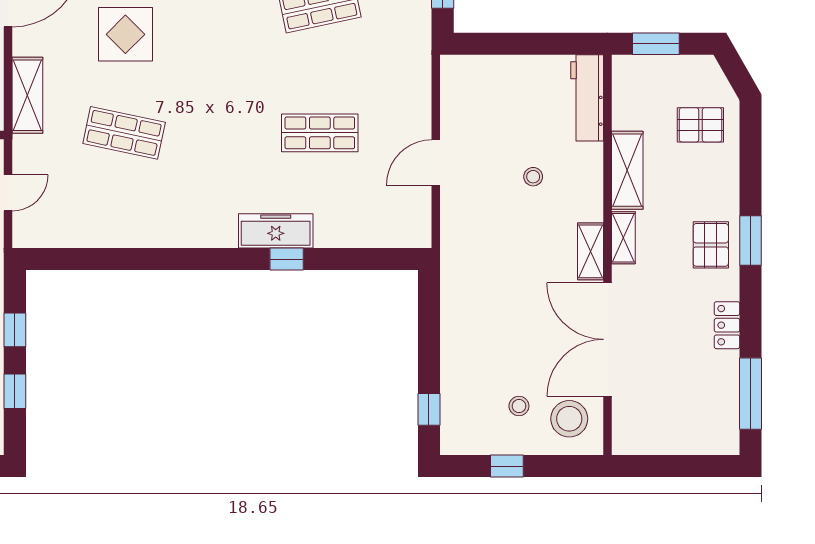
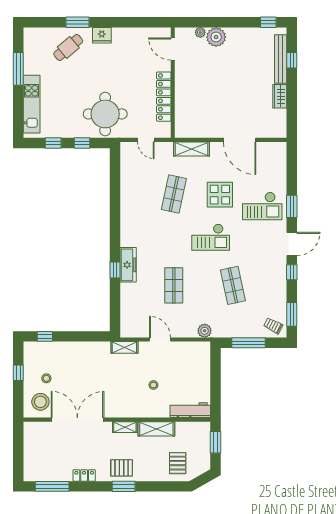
checkout: (216, 54) -> (211, 237), added
plant: (417, 67) -> (205, 331), added
shelving: (591, 251) -> (124, 347), moved

